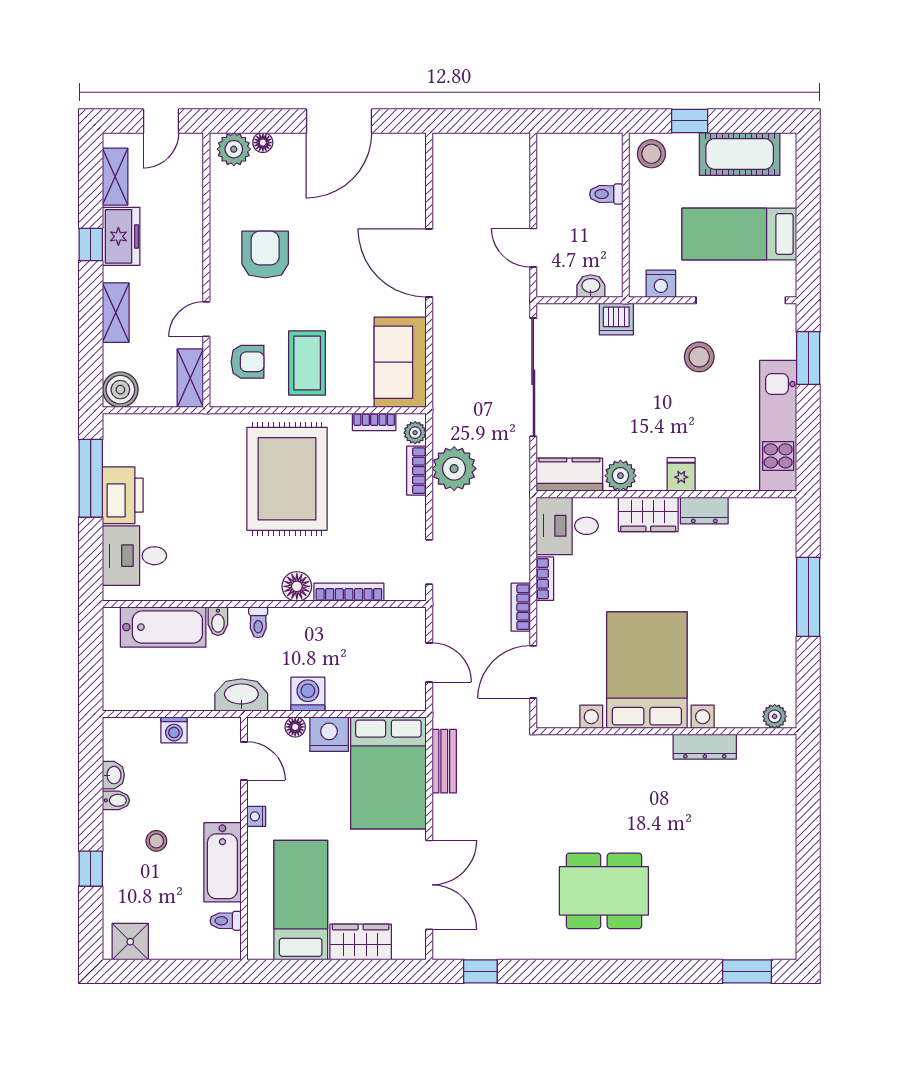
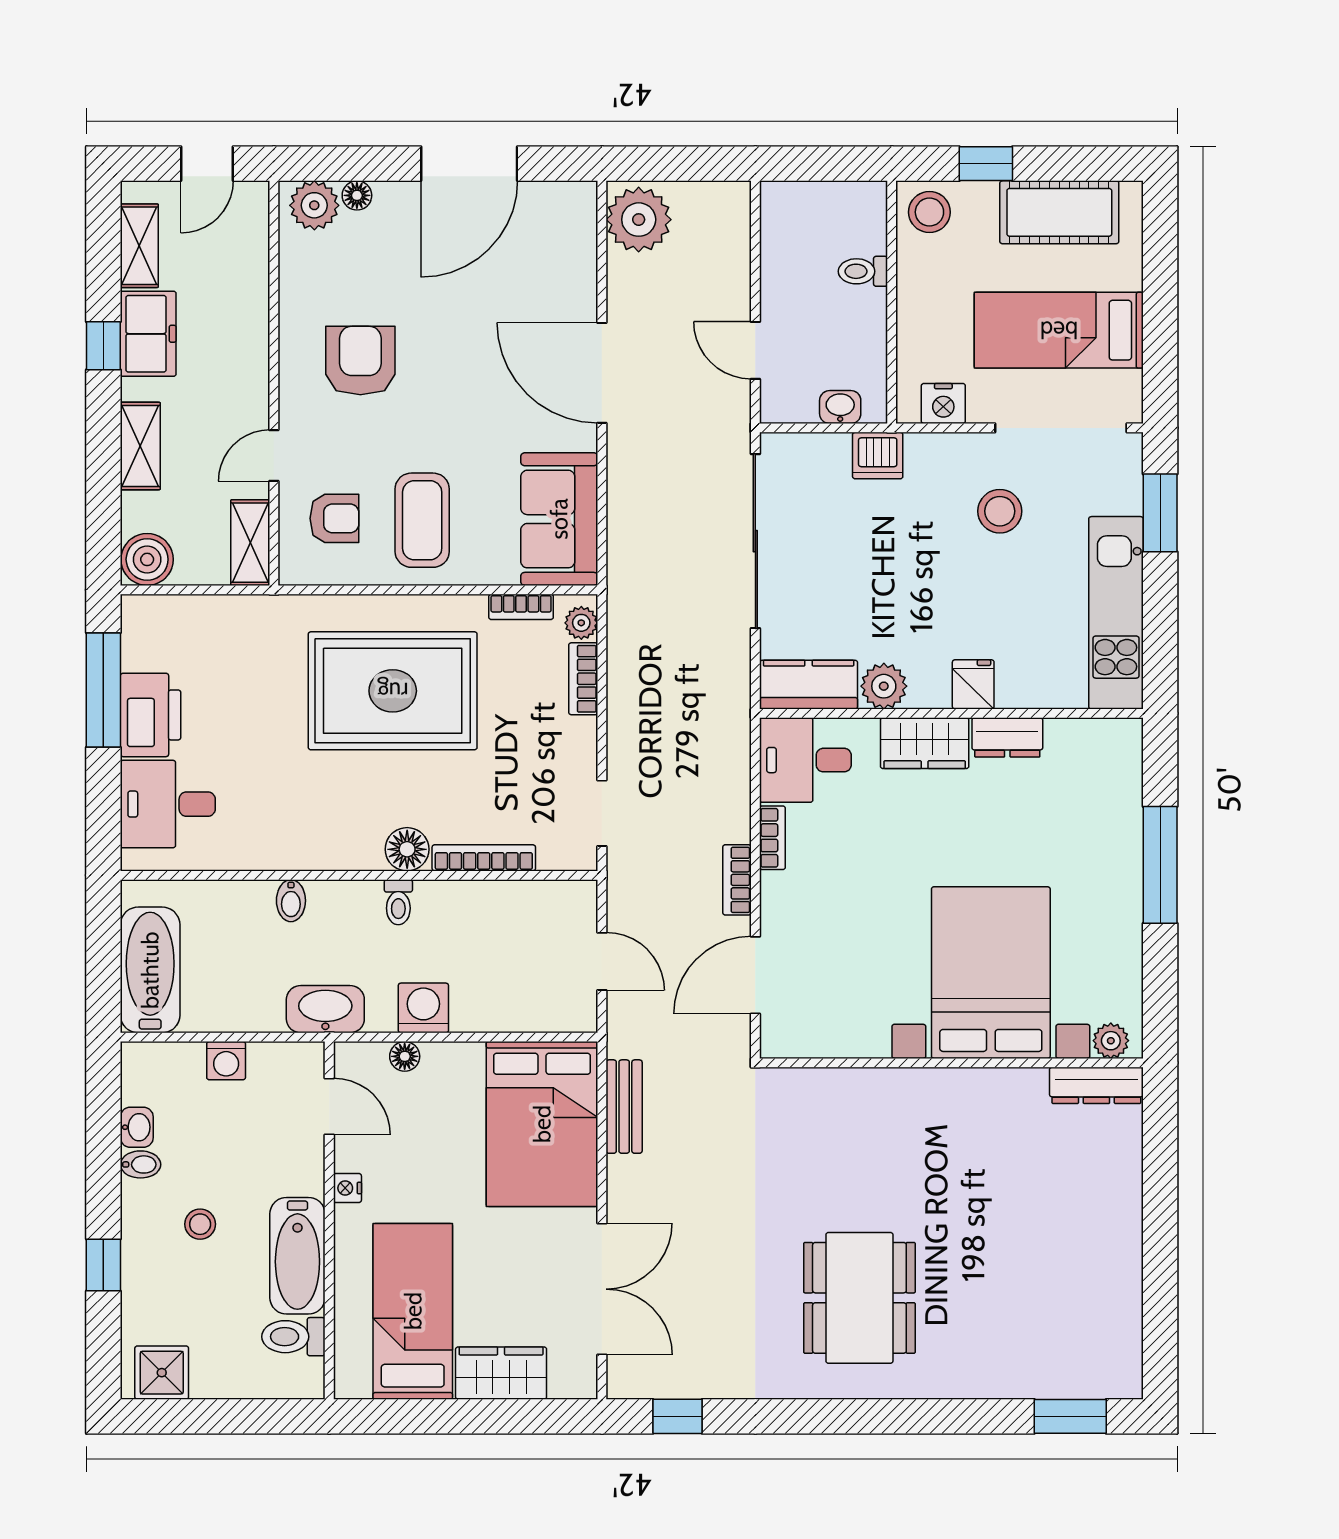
plant: (454, 469) -> (639, 220), moved
rug: (287, 479) -> (393, 691), turned 90
toilet: (258, 622) -> (398, 902), moved
bathtub: (163, 627) -> (150, 970), moved, turned -90
bed with nightstands: (647, 670) -> (991, 973), moved
nightstand: (329, 734) -> (455, 1067), removed
dresser: (705, 747) -> (1096, 1085), moved
dining table: (604, 891) -> (859, 1298), turned 90
toilet: (226, 921) -> (293, 1337), width x1.37, depth x1.39

